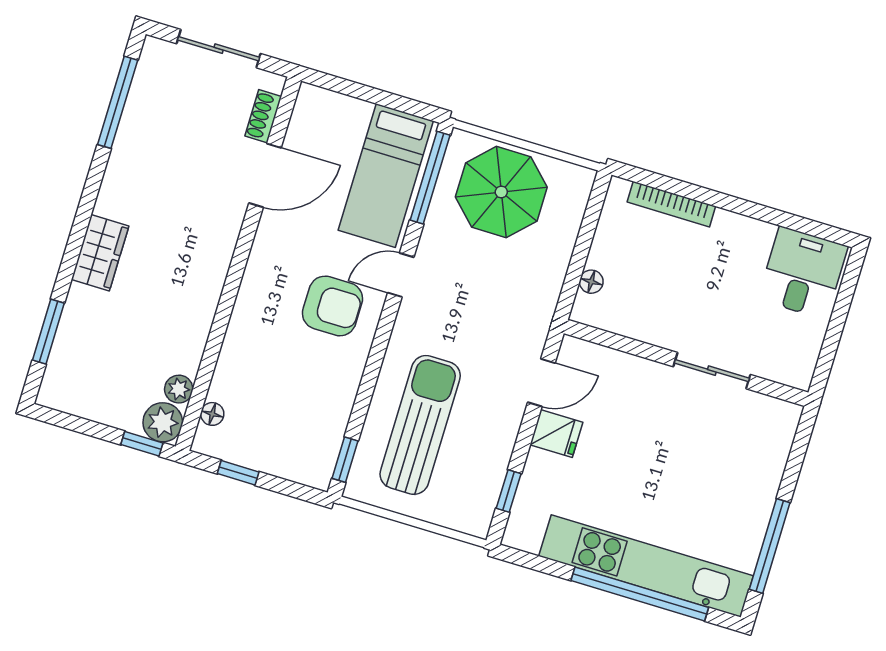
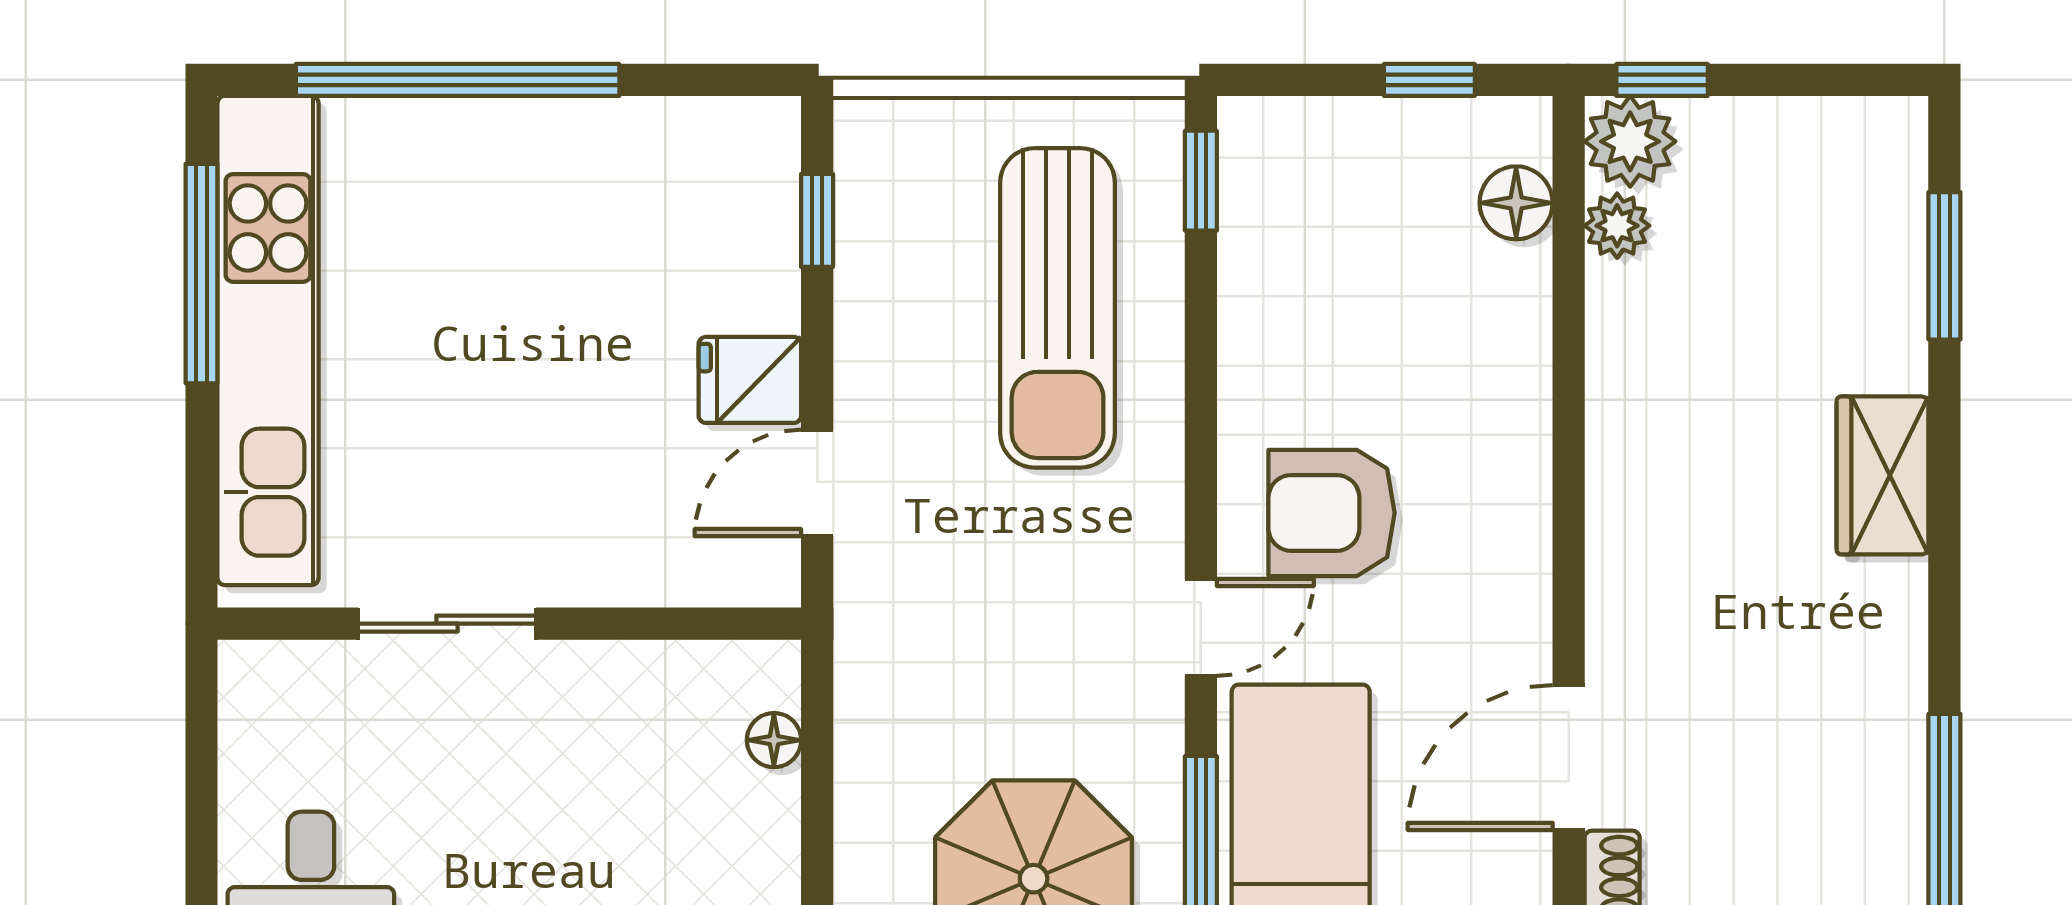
floor lamp: (212, 414) -> (1516, 203), width x1.37, depth x1.37
kitchen unit: (646, 566) -> (268, 340), moved, turned -90

